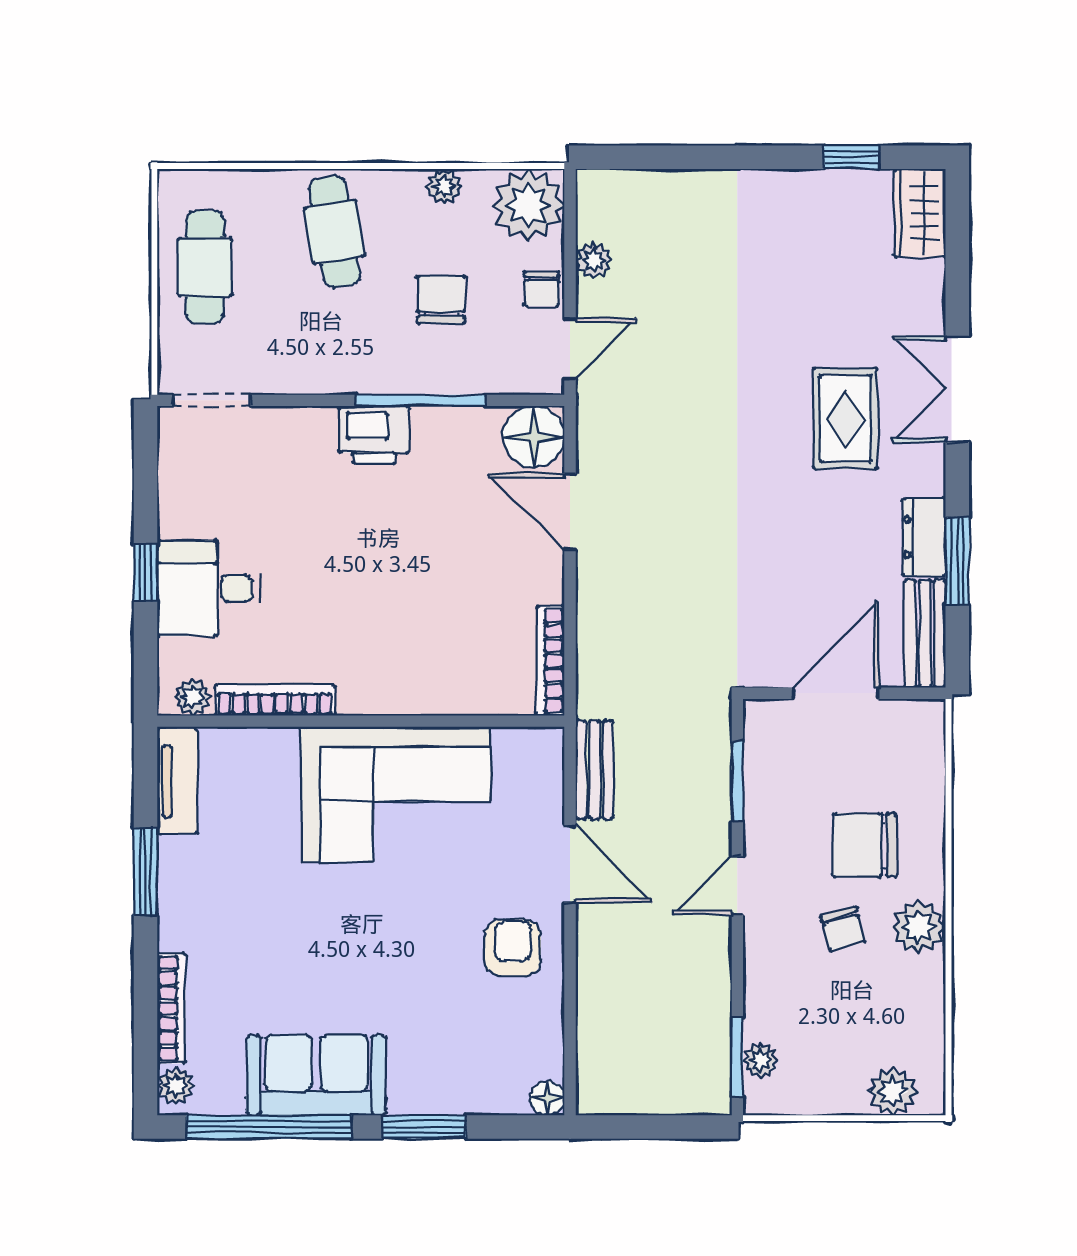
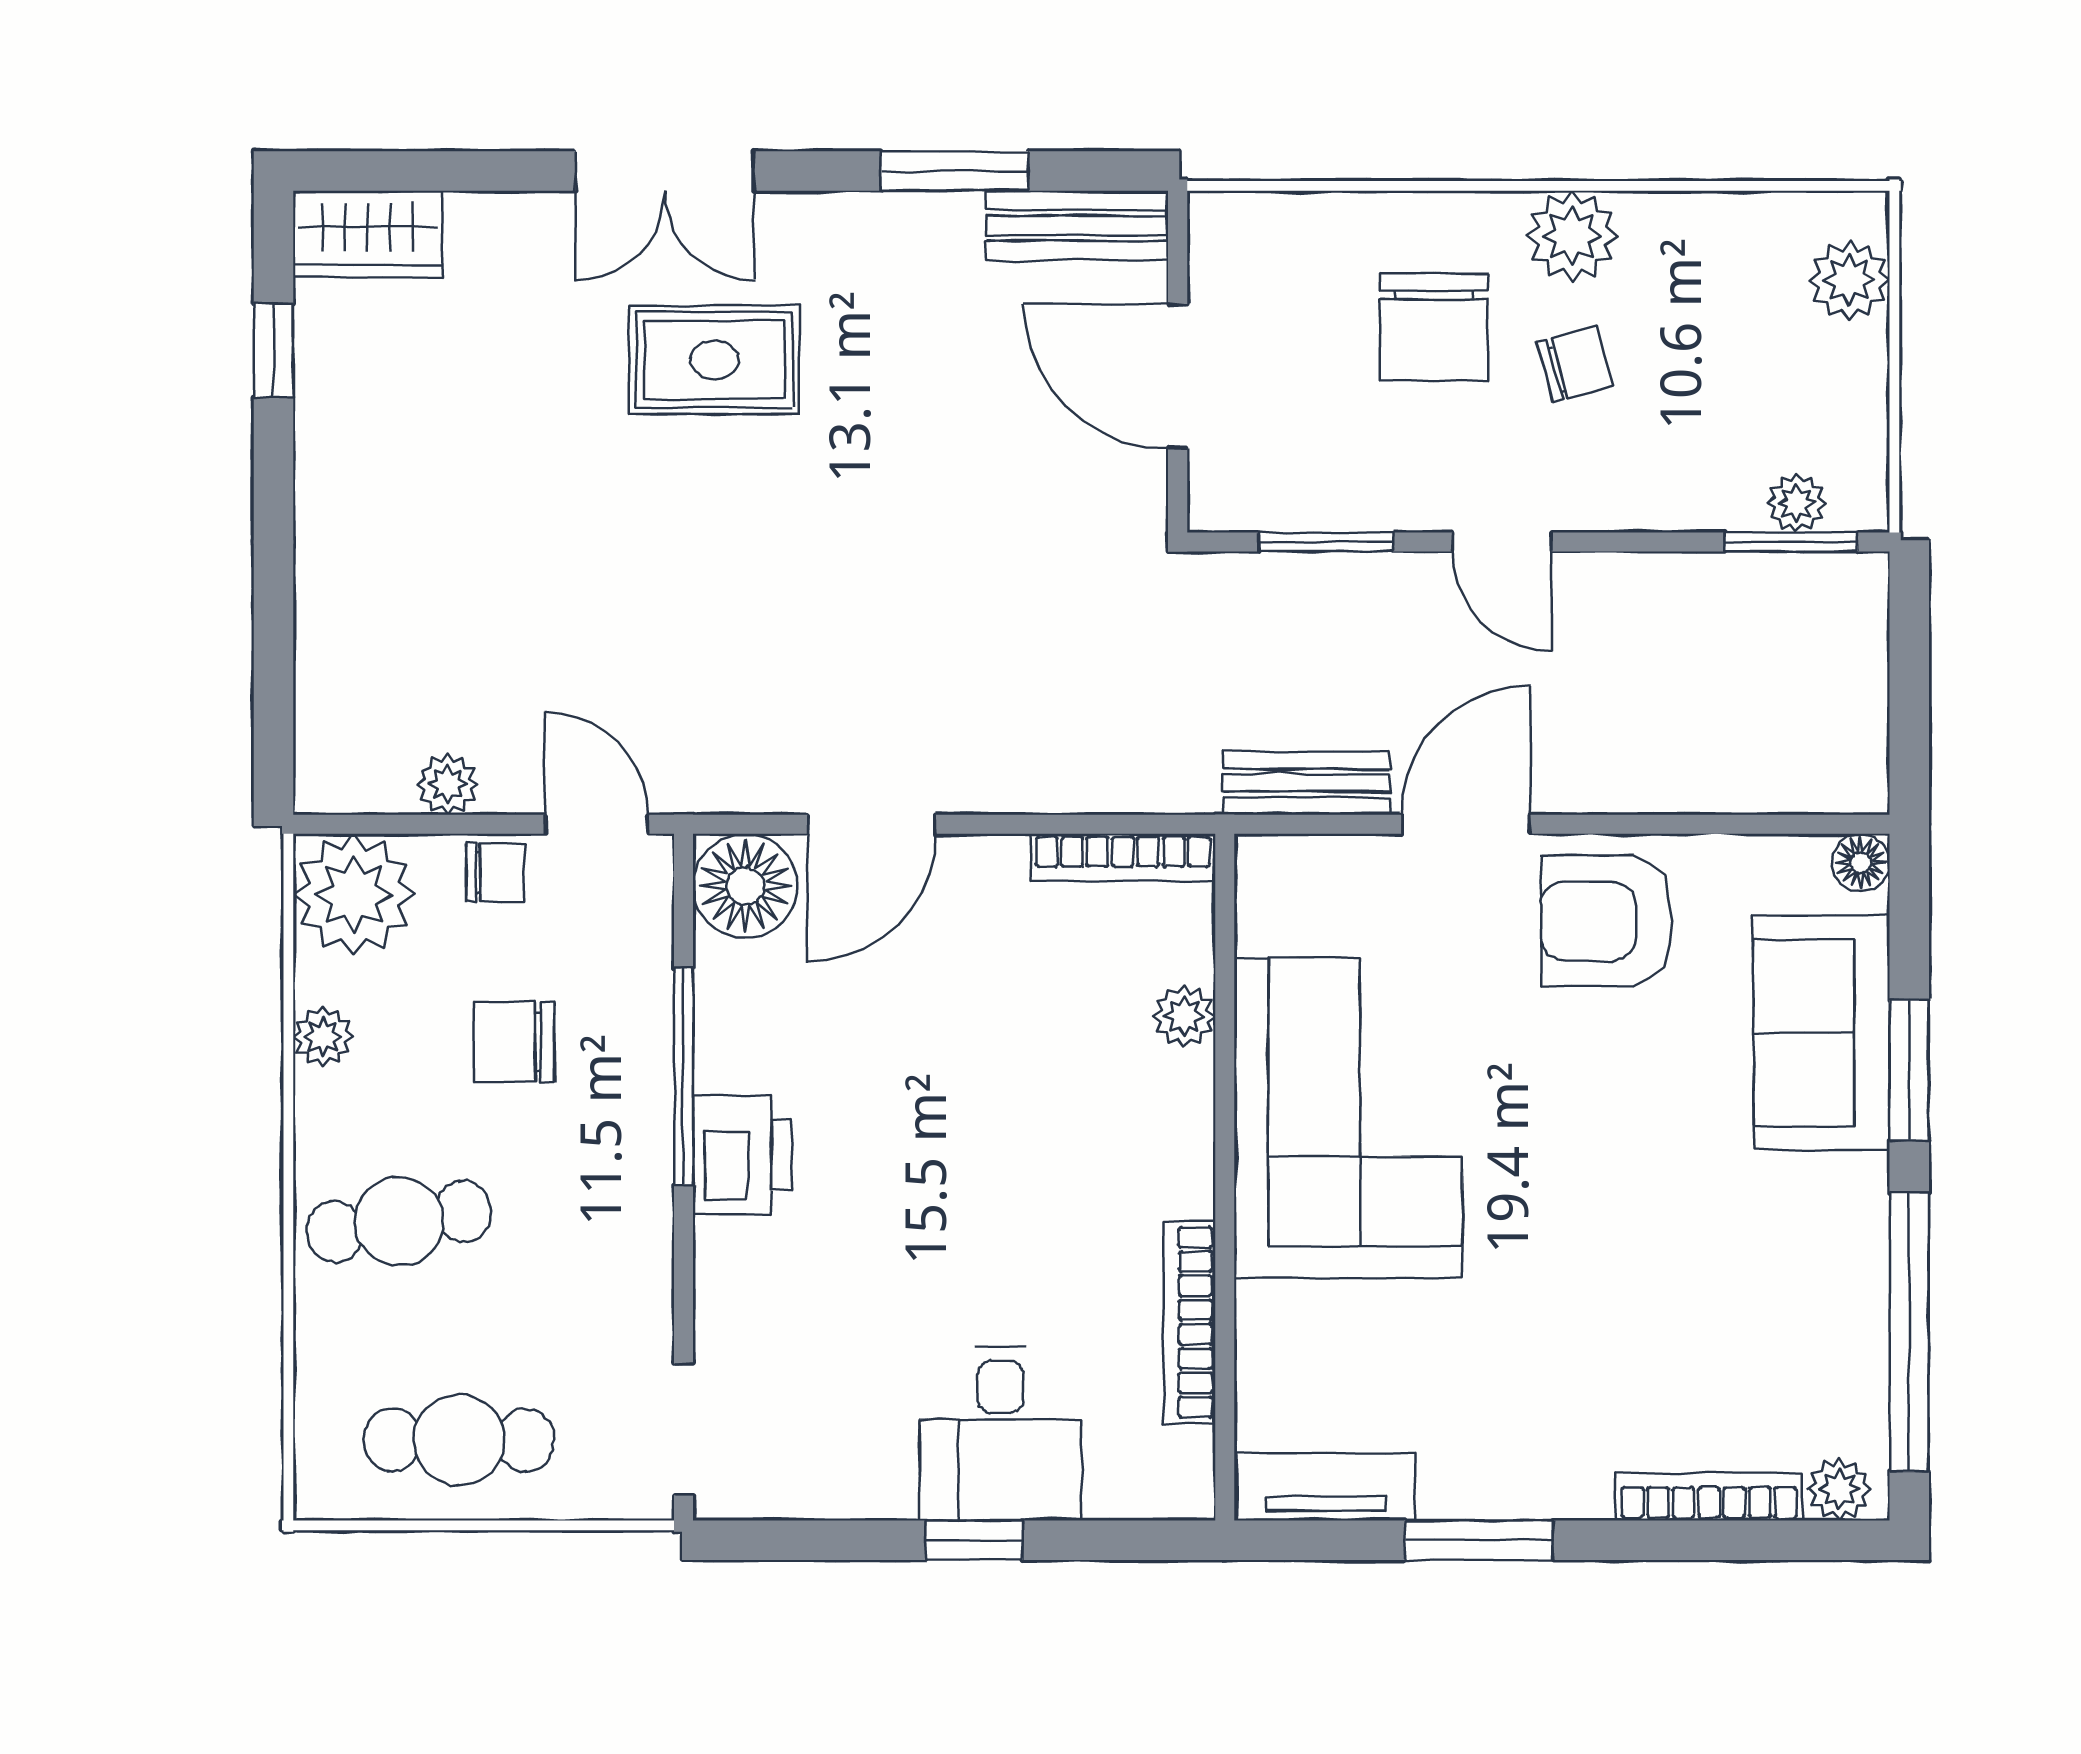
dresser: (924, 537) -> (914, 227), removed
plant: (193, 697) -> (1184, 1016), moved
armchair: (513, 948) -> (1607, 921), width x1.38, depth x1.38
sofa: (316, 1075) -> (1822, 1033), moved

